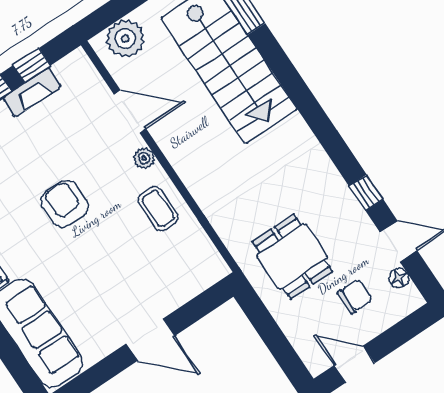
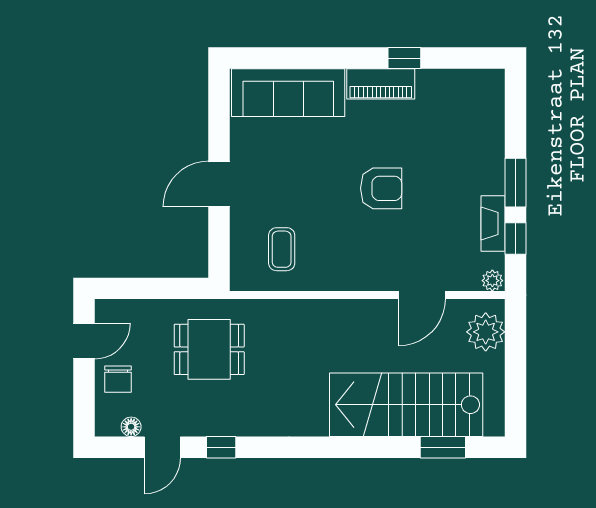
plant: (144, 158) -> (492, 281), moved
coffee table: (158, 209) -> (282, 249), moved, turned 90
chair: (355, 296) -> (118, 379), moved

